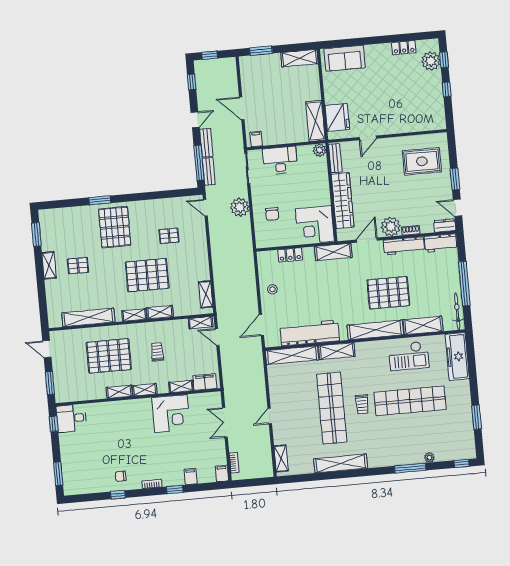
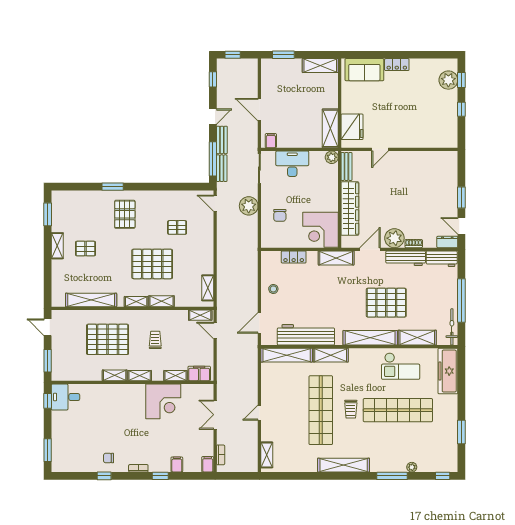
locker: (404, 48) -> (397, 65), moved
rug: (422, 161) -> (431, 177), removed
pallet: (115, 227) -> (125, 214), width x0.73, depth x0.71
shelving: (341, 463) -> (344, 465), moved

